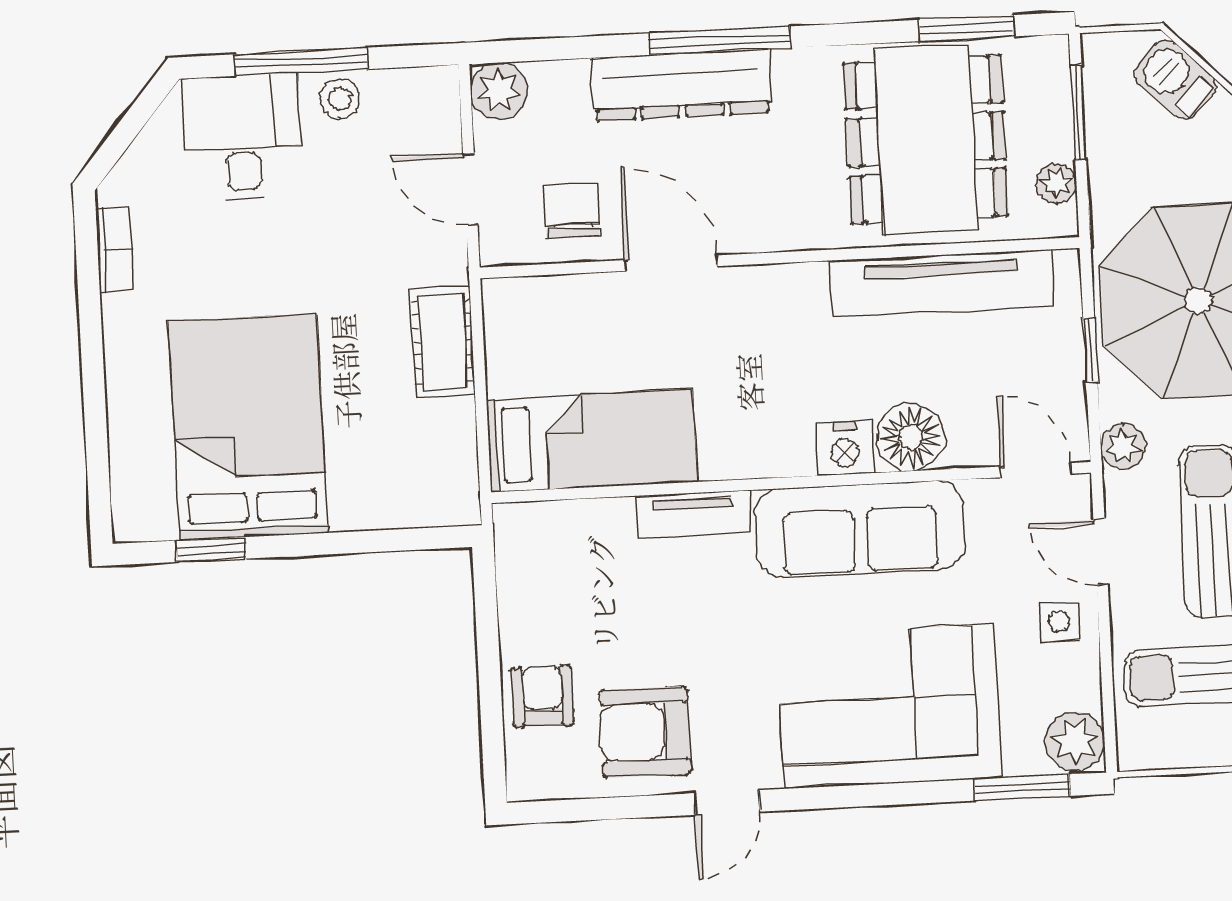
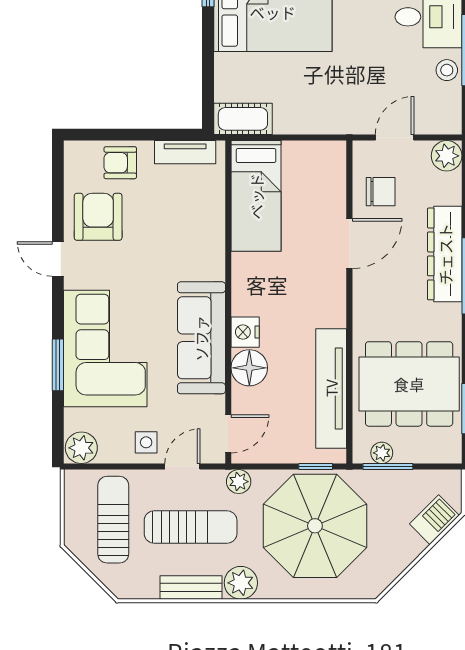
window: (1078, 112) -> (388, 467), moved
cot: (443, 342) -> (243, 119), moved
window: (1090, 350) -> (316, 467), moved
tv unit: (694, 515) -> (185, 152), moved, turned -90
armchair: (542, 696) -> (120, 163), turned 180
window: (1022, 788) -> (58, 365), moved

